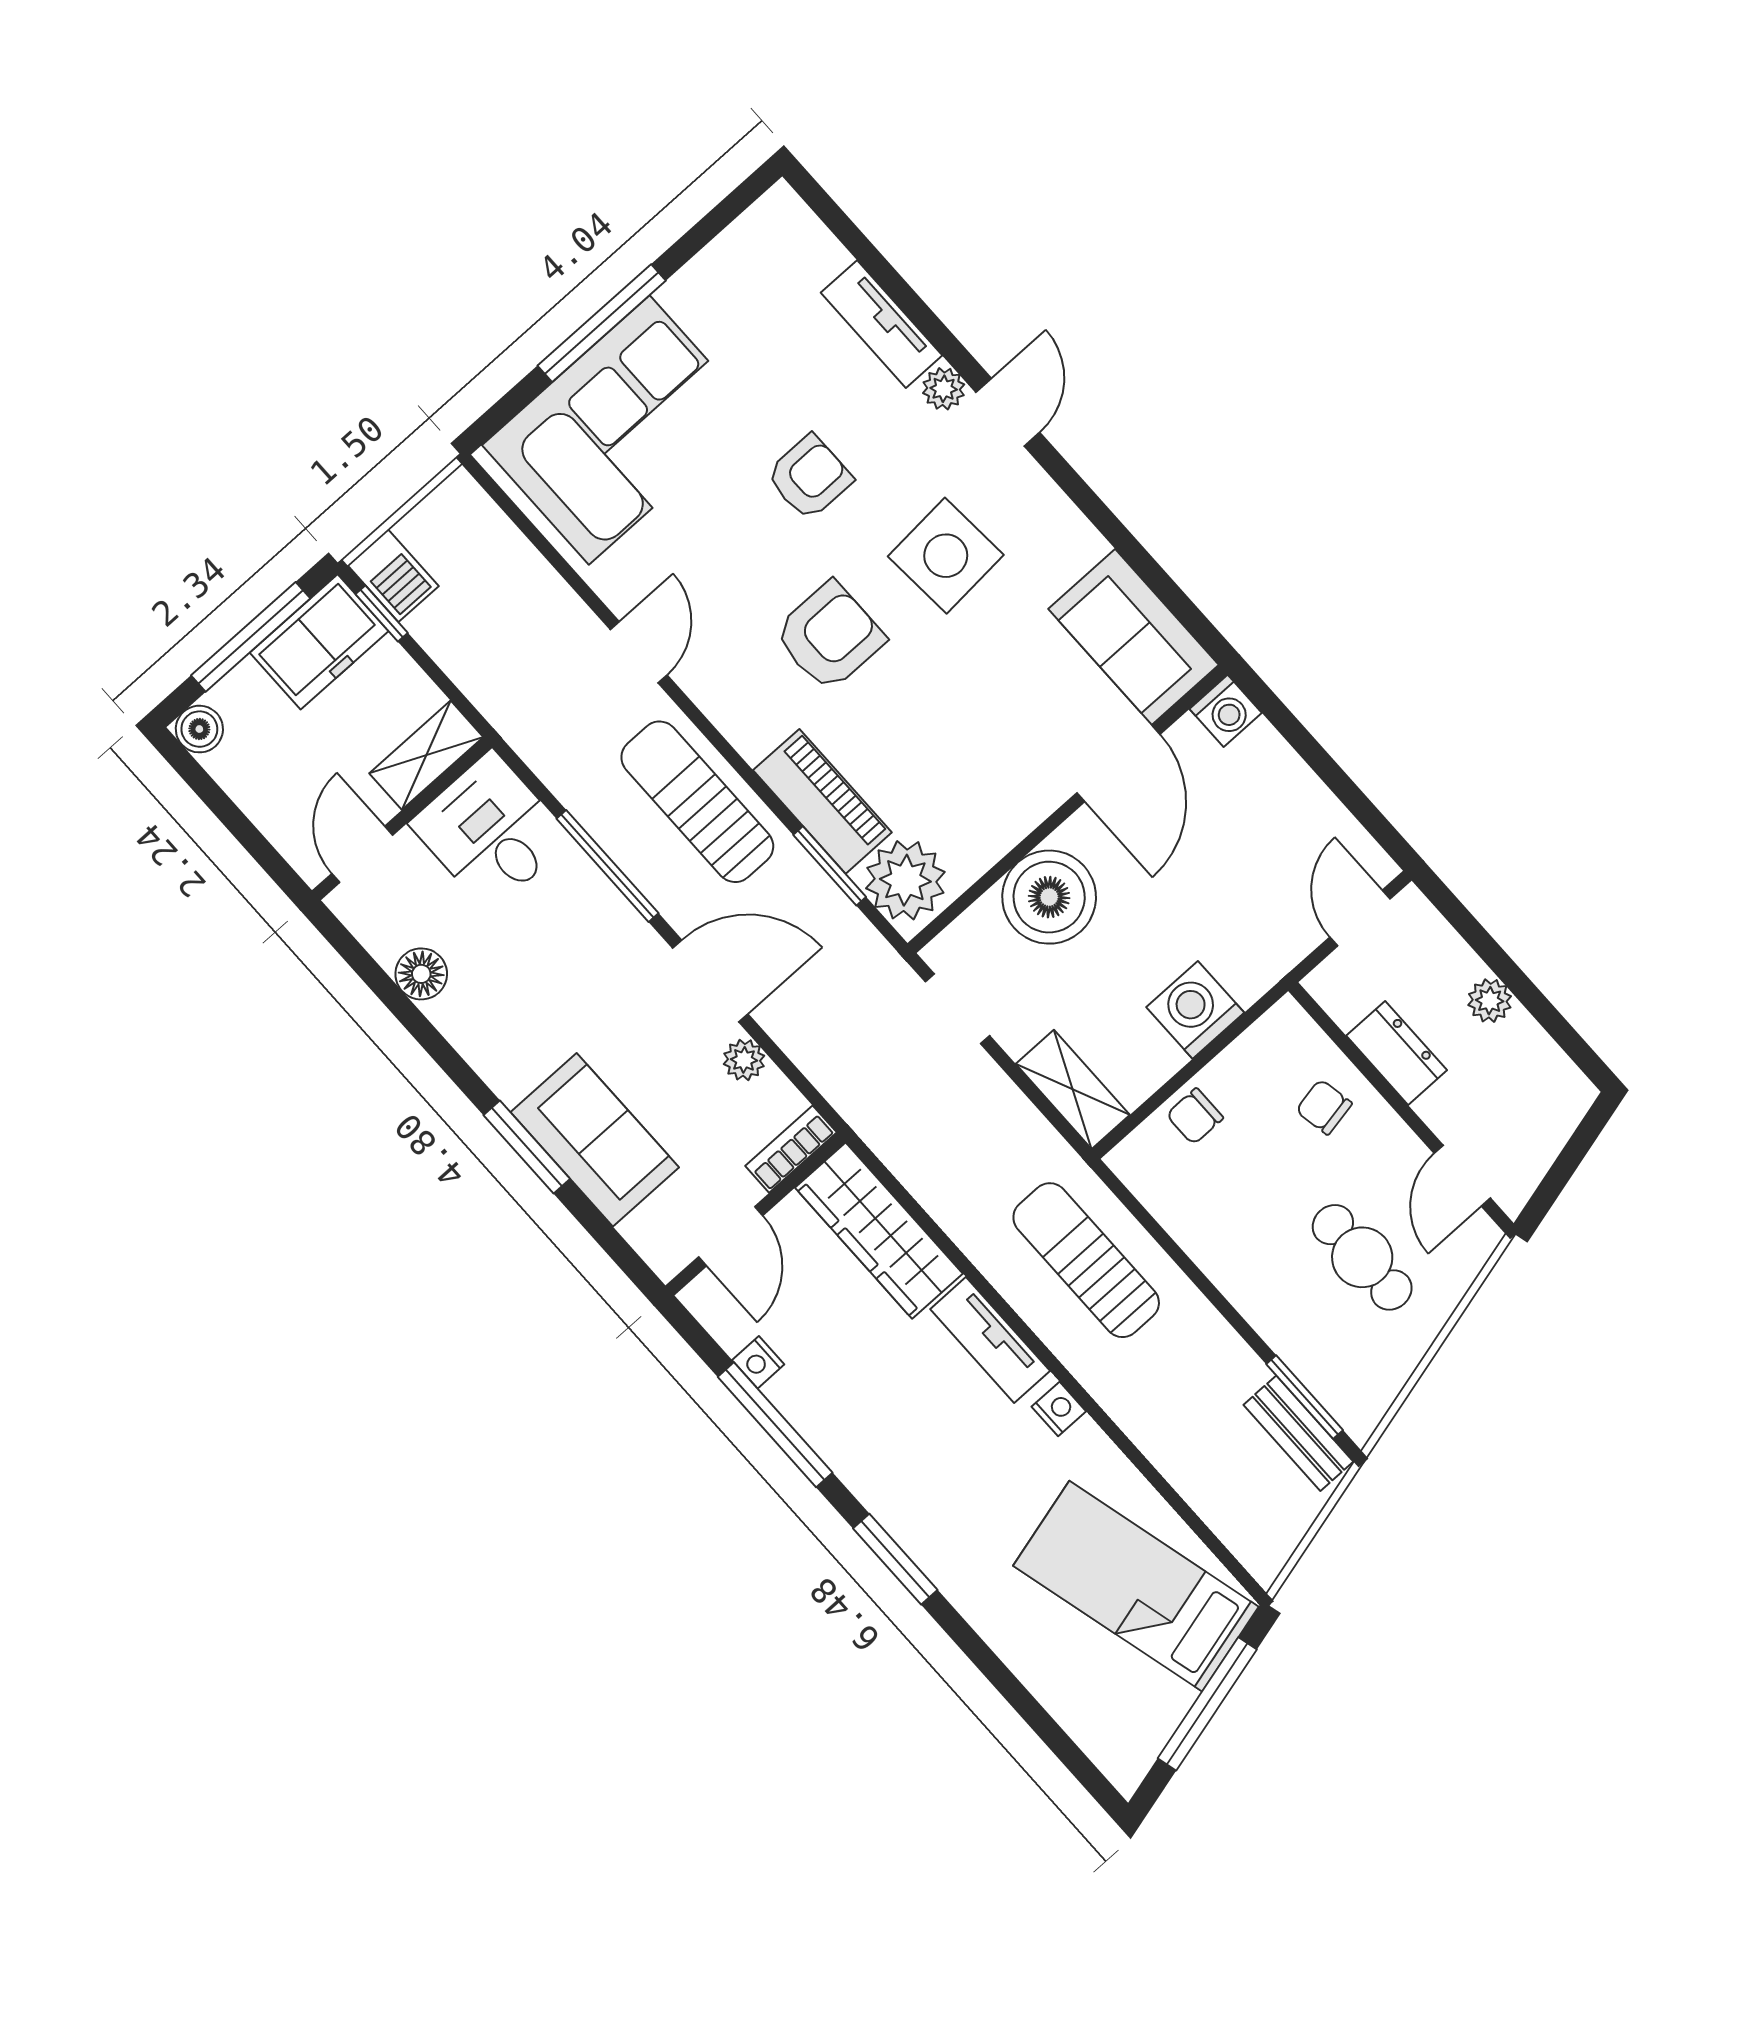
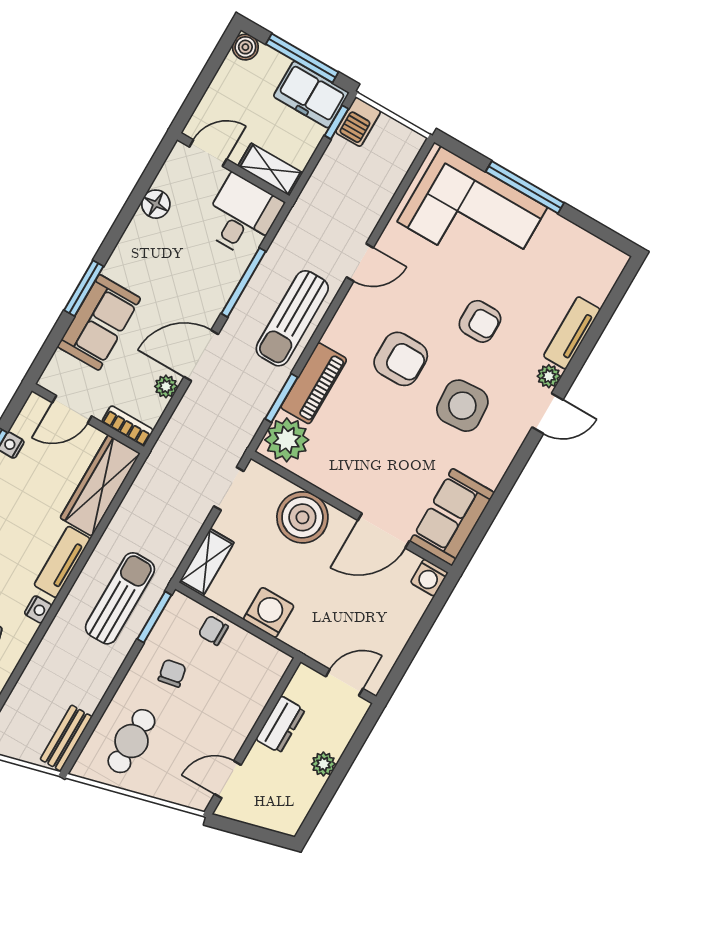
sun lounger: (697, 802) -> (292, 318), turned 180
door: (710, 981) -> (201, 355), swing flipped
chair: (1324, 1107) -> (172, 673), moved
cafe table: (1362, 1257) -> (131, 741), moved
window: (1305, 1397) -> (154, 617), moved

